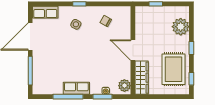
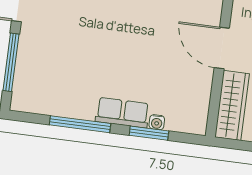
plant: (124, 86) -> (196, 117), removed
row of seats: (76, 88) -> (122, 113), moved

